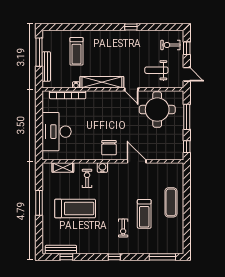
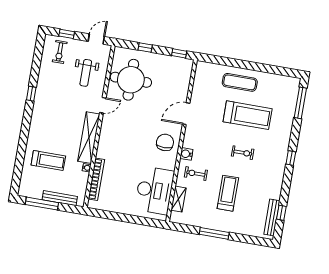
window: (187, 117) -> (145, 47), width x0.46
desk: (57, 132) -> (154, 190), moved, turned -90
chair: (109, 148) -> (165, 142), turned -90
treadmill: (75, 209) -> (228, 193), width x0.73, depth x0.73
treadmill: (144, 214) -> (248, 115), width x1.37, depth x1.38
exercise bike: (123, 228) -> (243, 153), moved

